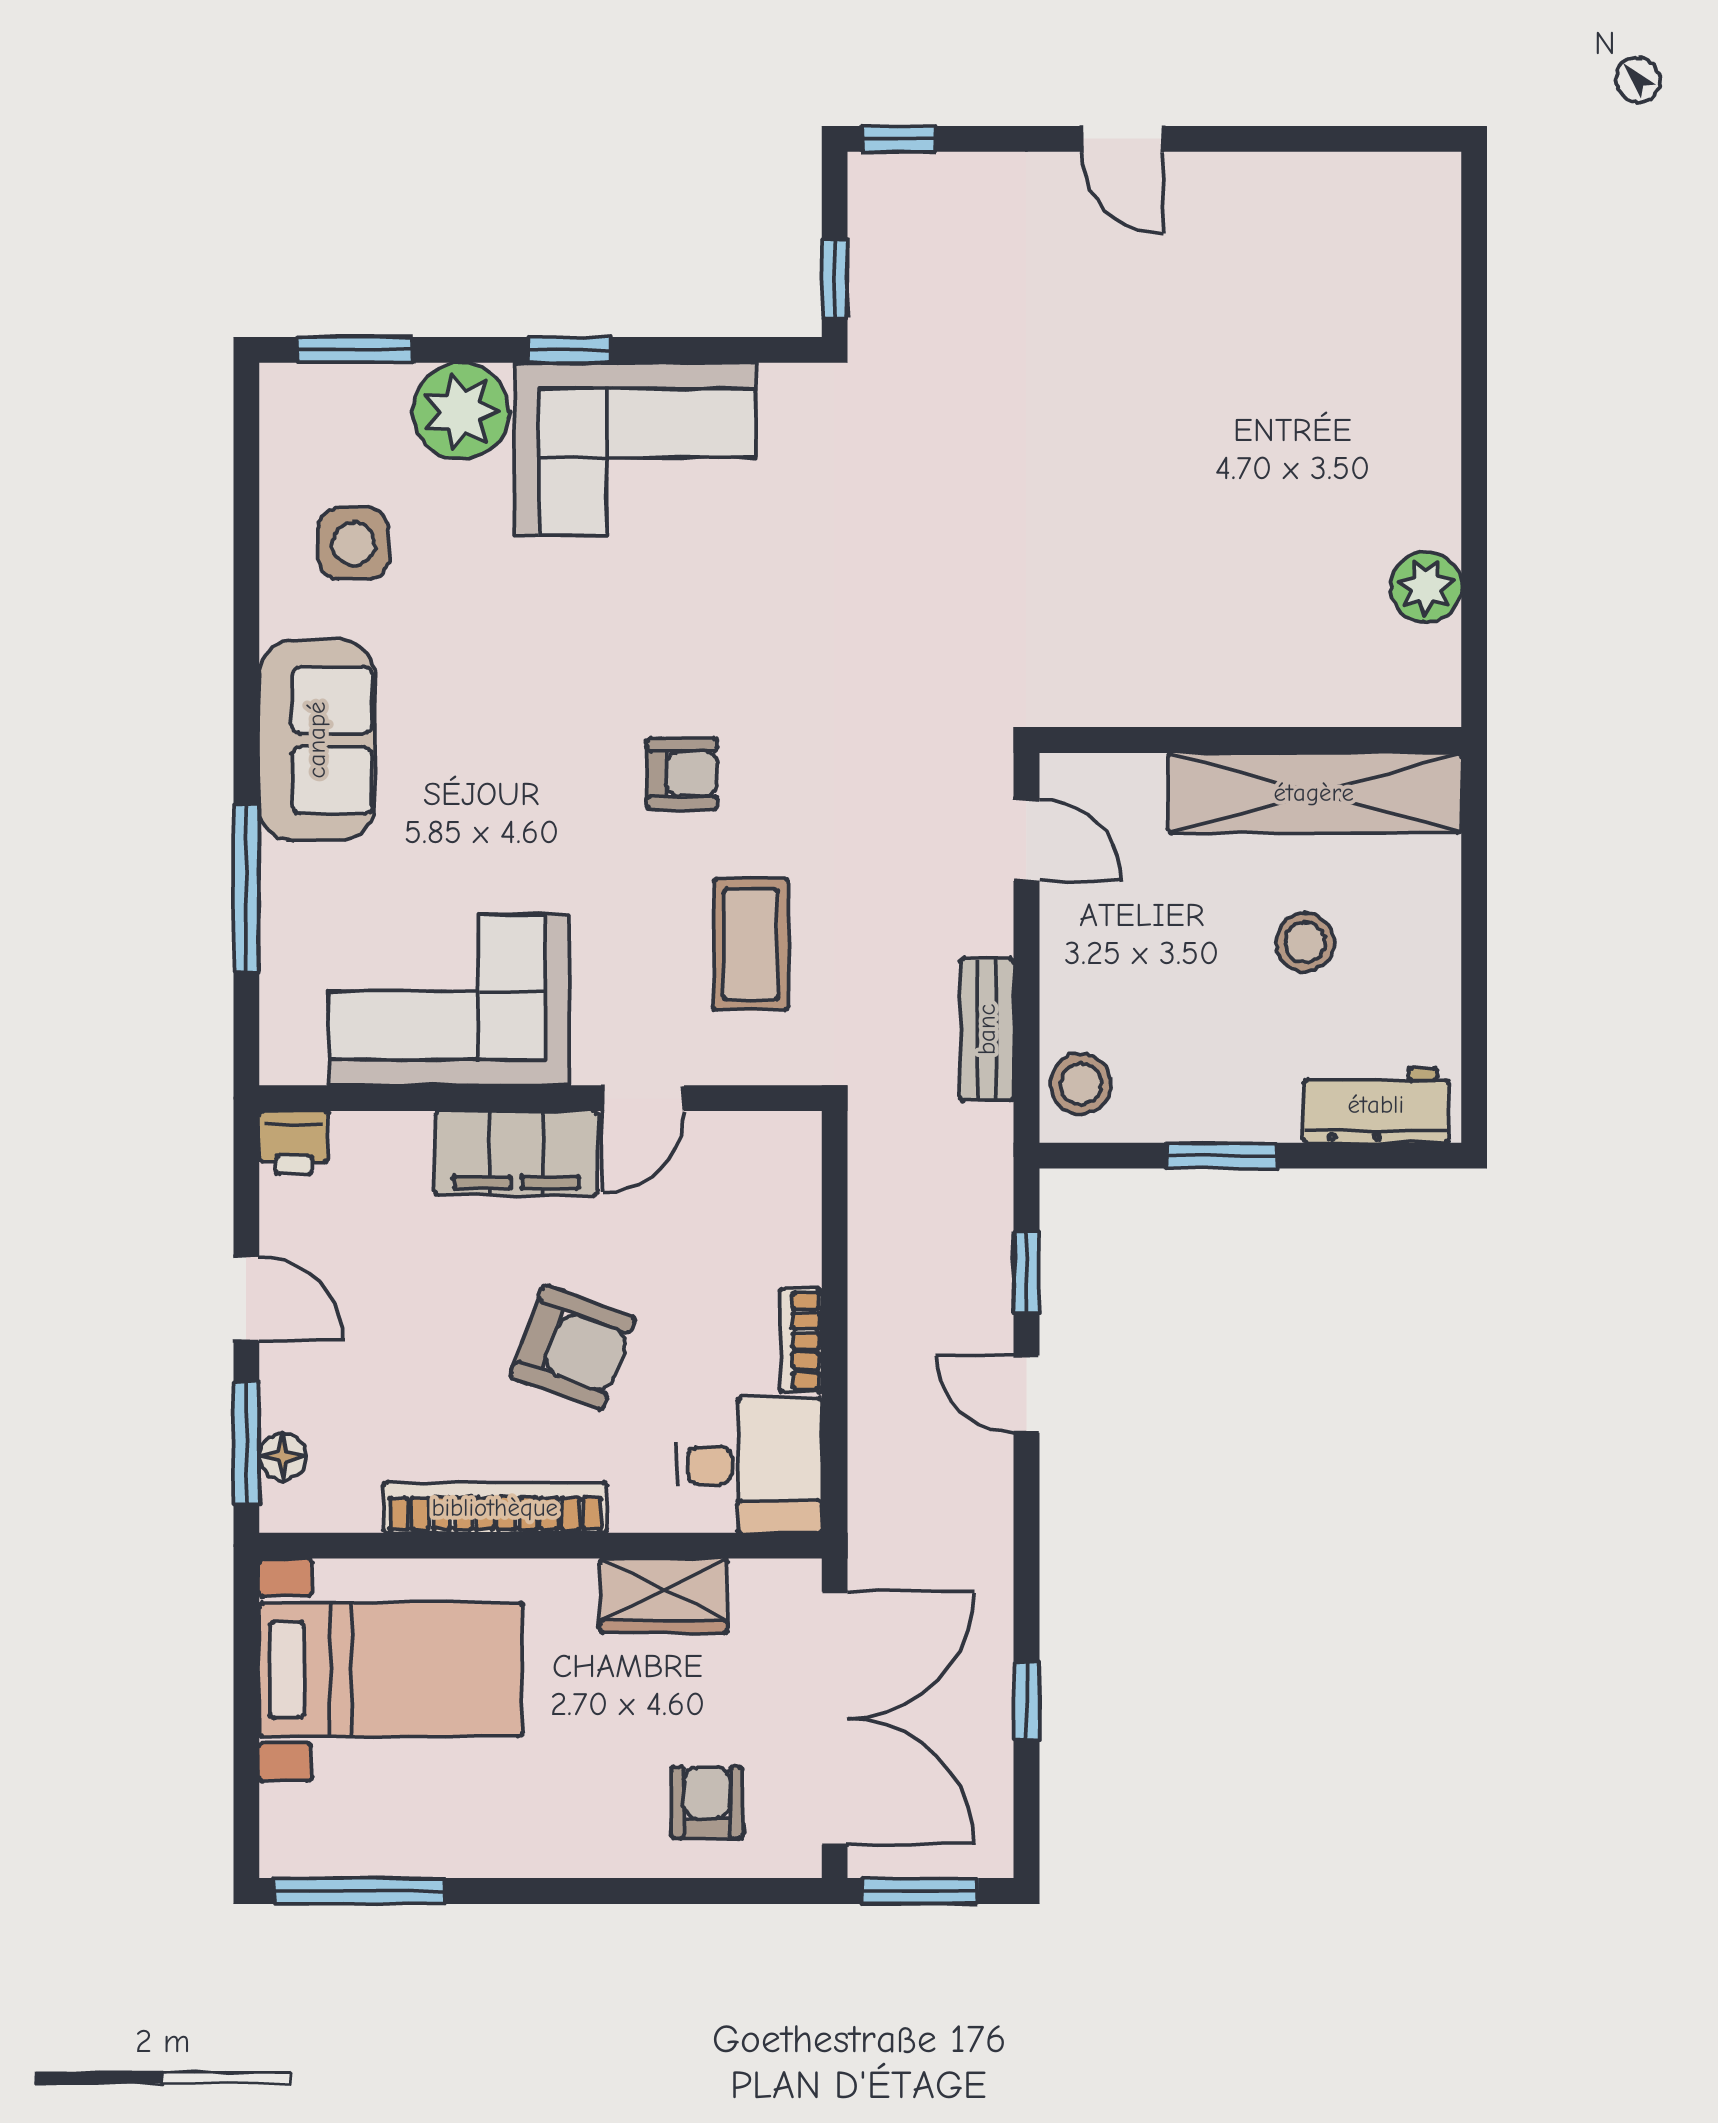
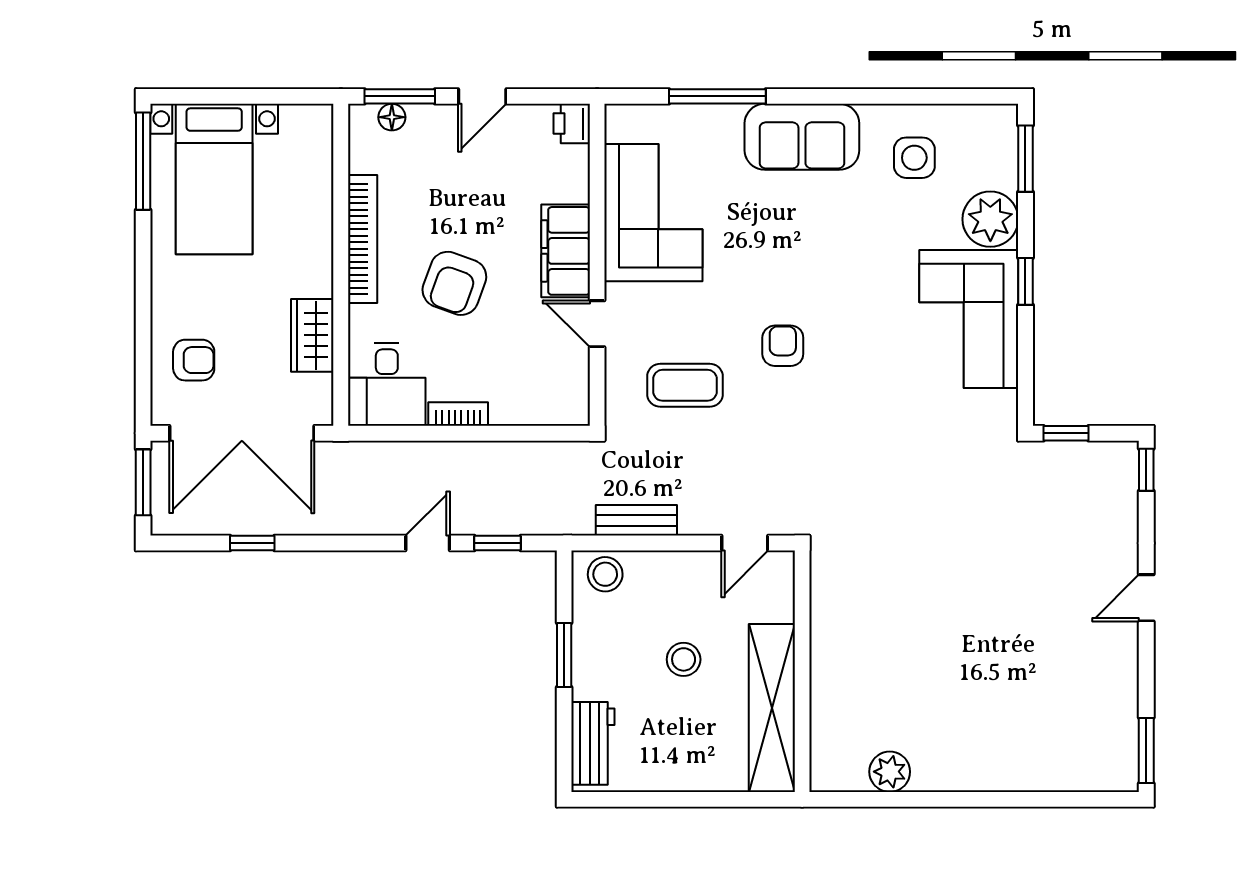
window: (1389, 139) -> (1146, 750), added
armchair: (682, 774) -> (783, 346), turned 180
stool: (1305, 942) -> (684, 659), moved
bed with nightstands: (391, 1670) -> (214, 179), moved

